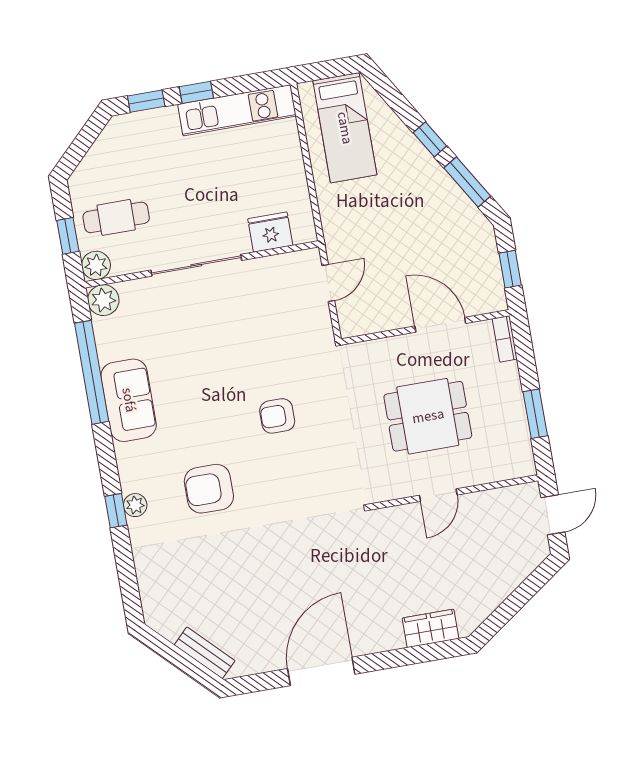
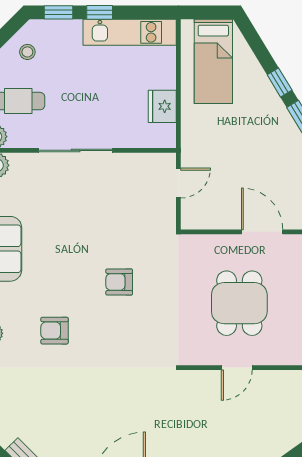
stool: (117, 156) -> (27, 52), added
fridge: (270, 232) -> (162, 106), moved, turned -90
dining table: (428, 416) -> (239, 303), turned 90
armchair: (209, 489) -> (55, 331), width x0.72, depth x0.72

